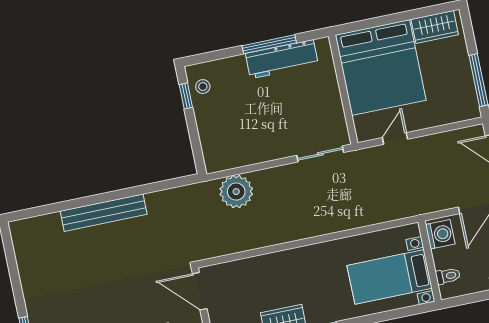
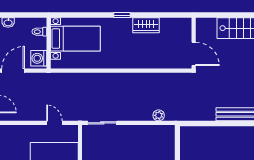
door: (395, 138) -> (54, 123), swing flipped
plant: (236, 192) -> (159, 115), width x0.53, depth x0.53

